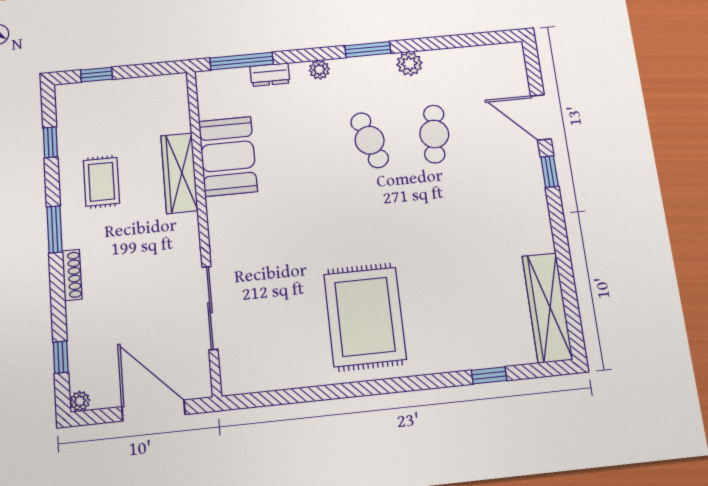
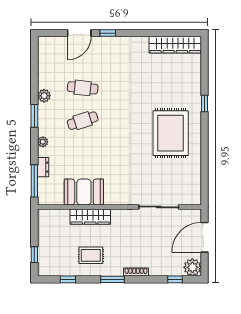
rug: (365, 317) -> (171, 133), turned 90
window: (489, 375) -> (205, 104), moved
plant: (80, 401) -> (192, 267), width x1.87, depth x1.87

